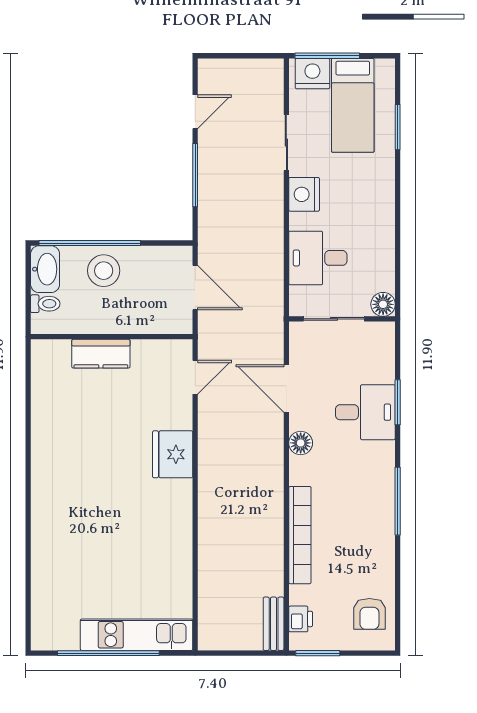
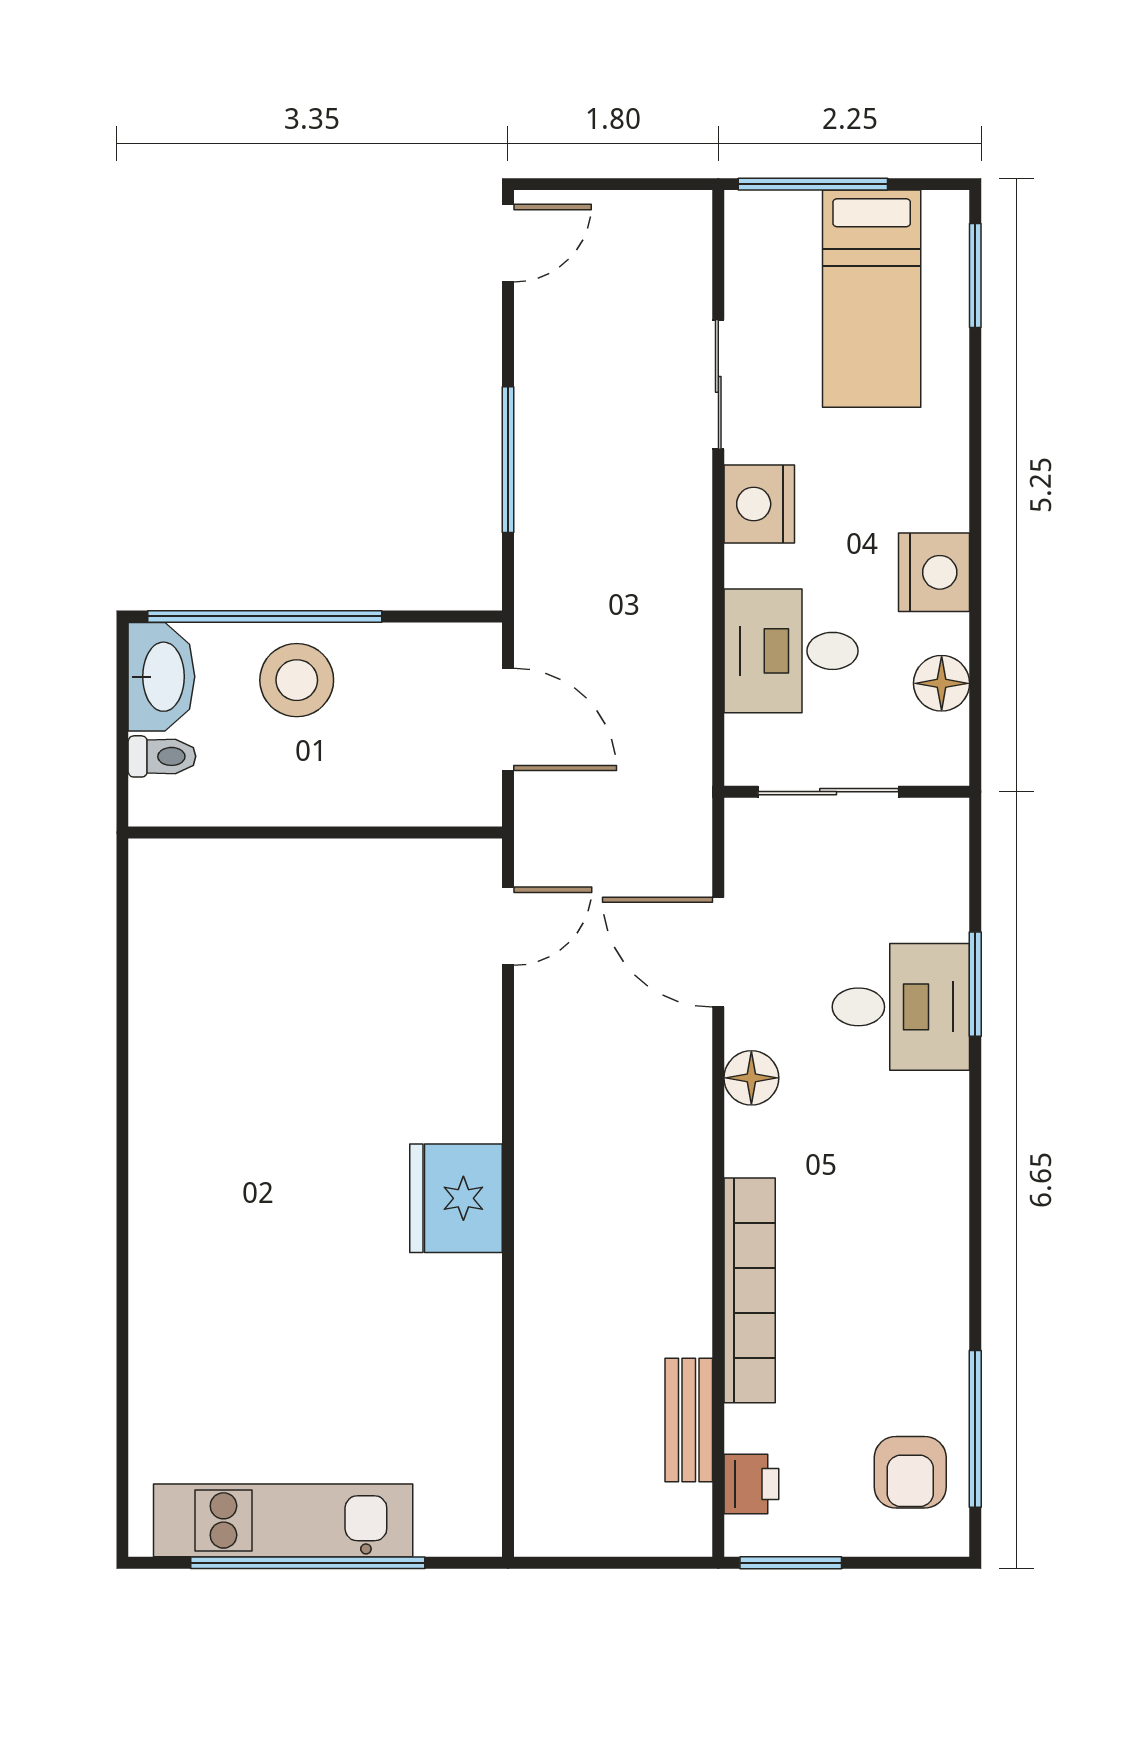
nightstand: (312, 74) -> (934, 572), moved, turned 90
door: (195, 112) -> (508, 243), moved
window: (398, 127) -> (975, 276), moved
floor lamp: (383, 304) -> (942, 683), moved
kitchen counter: (101, 354) -> (290, 872), removed
fridge: (173, 454) -> (456, 1198), moved
window: (398, 501) -> (975, 1429), moved
bench: (274, 624) -> (689, 1420), moved
kitchen unit: (137, 635) -> (283, 1520), moved

